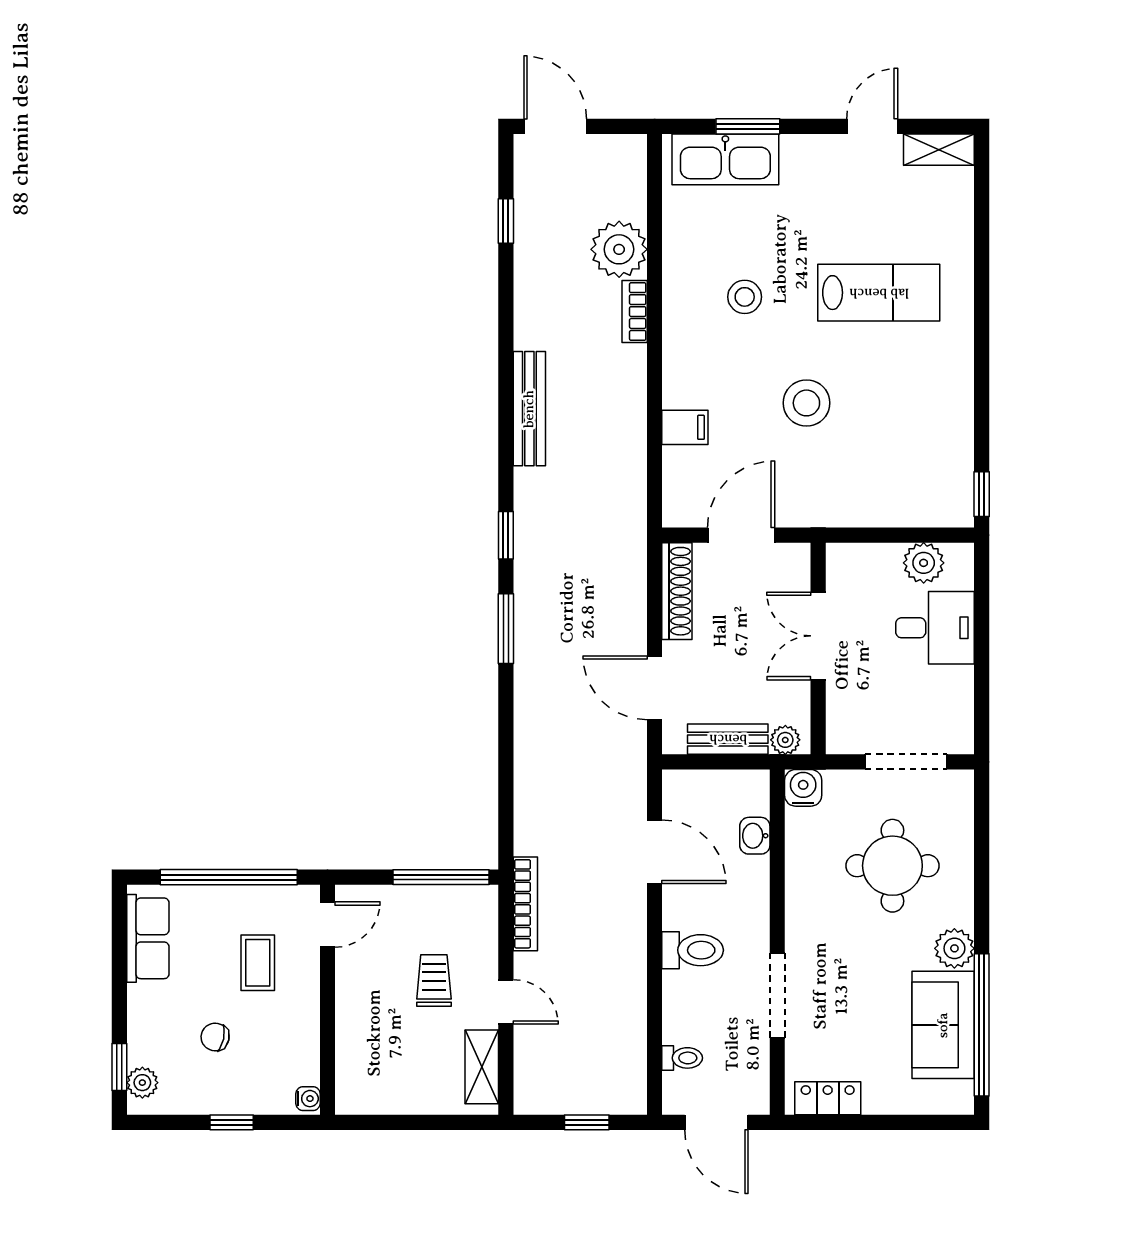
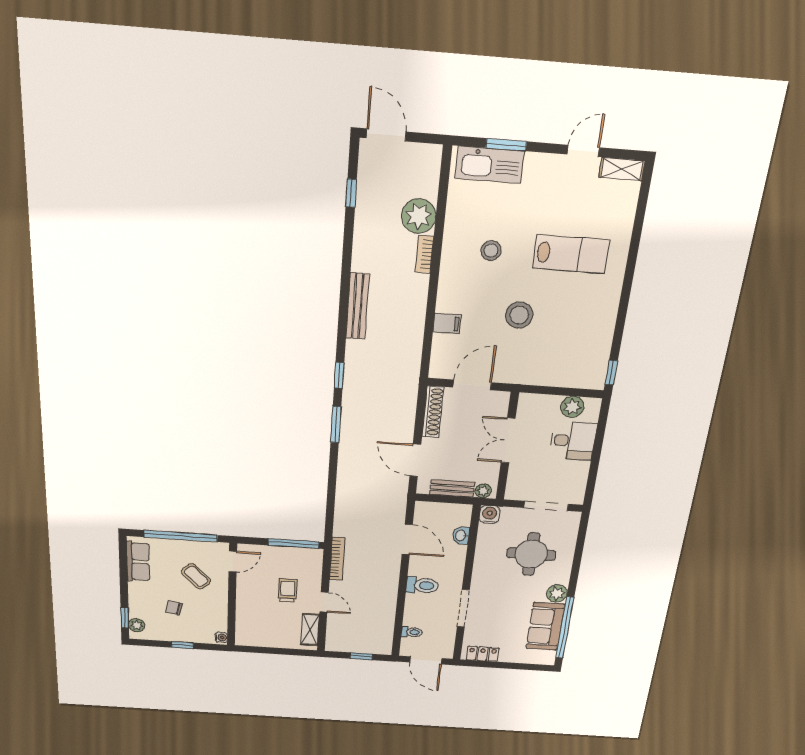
coffee table: (258, 963) -> (196, 576), turned -45

